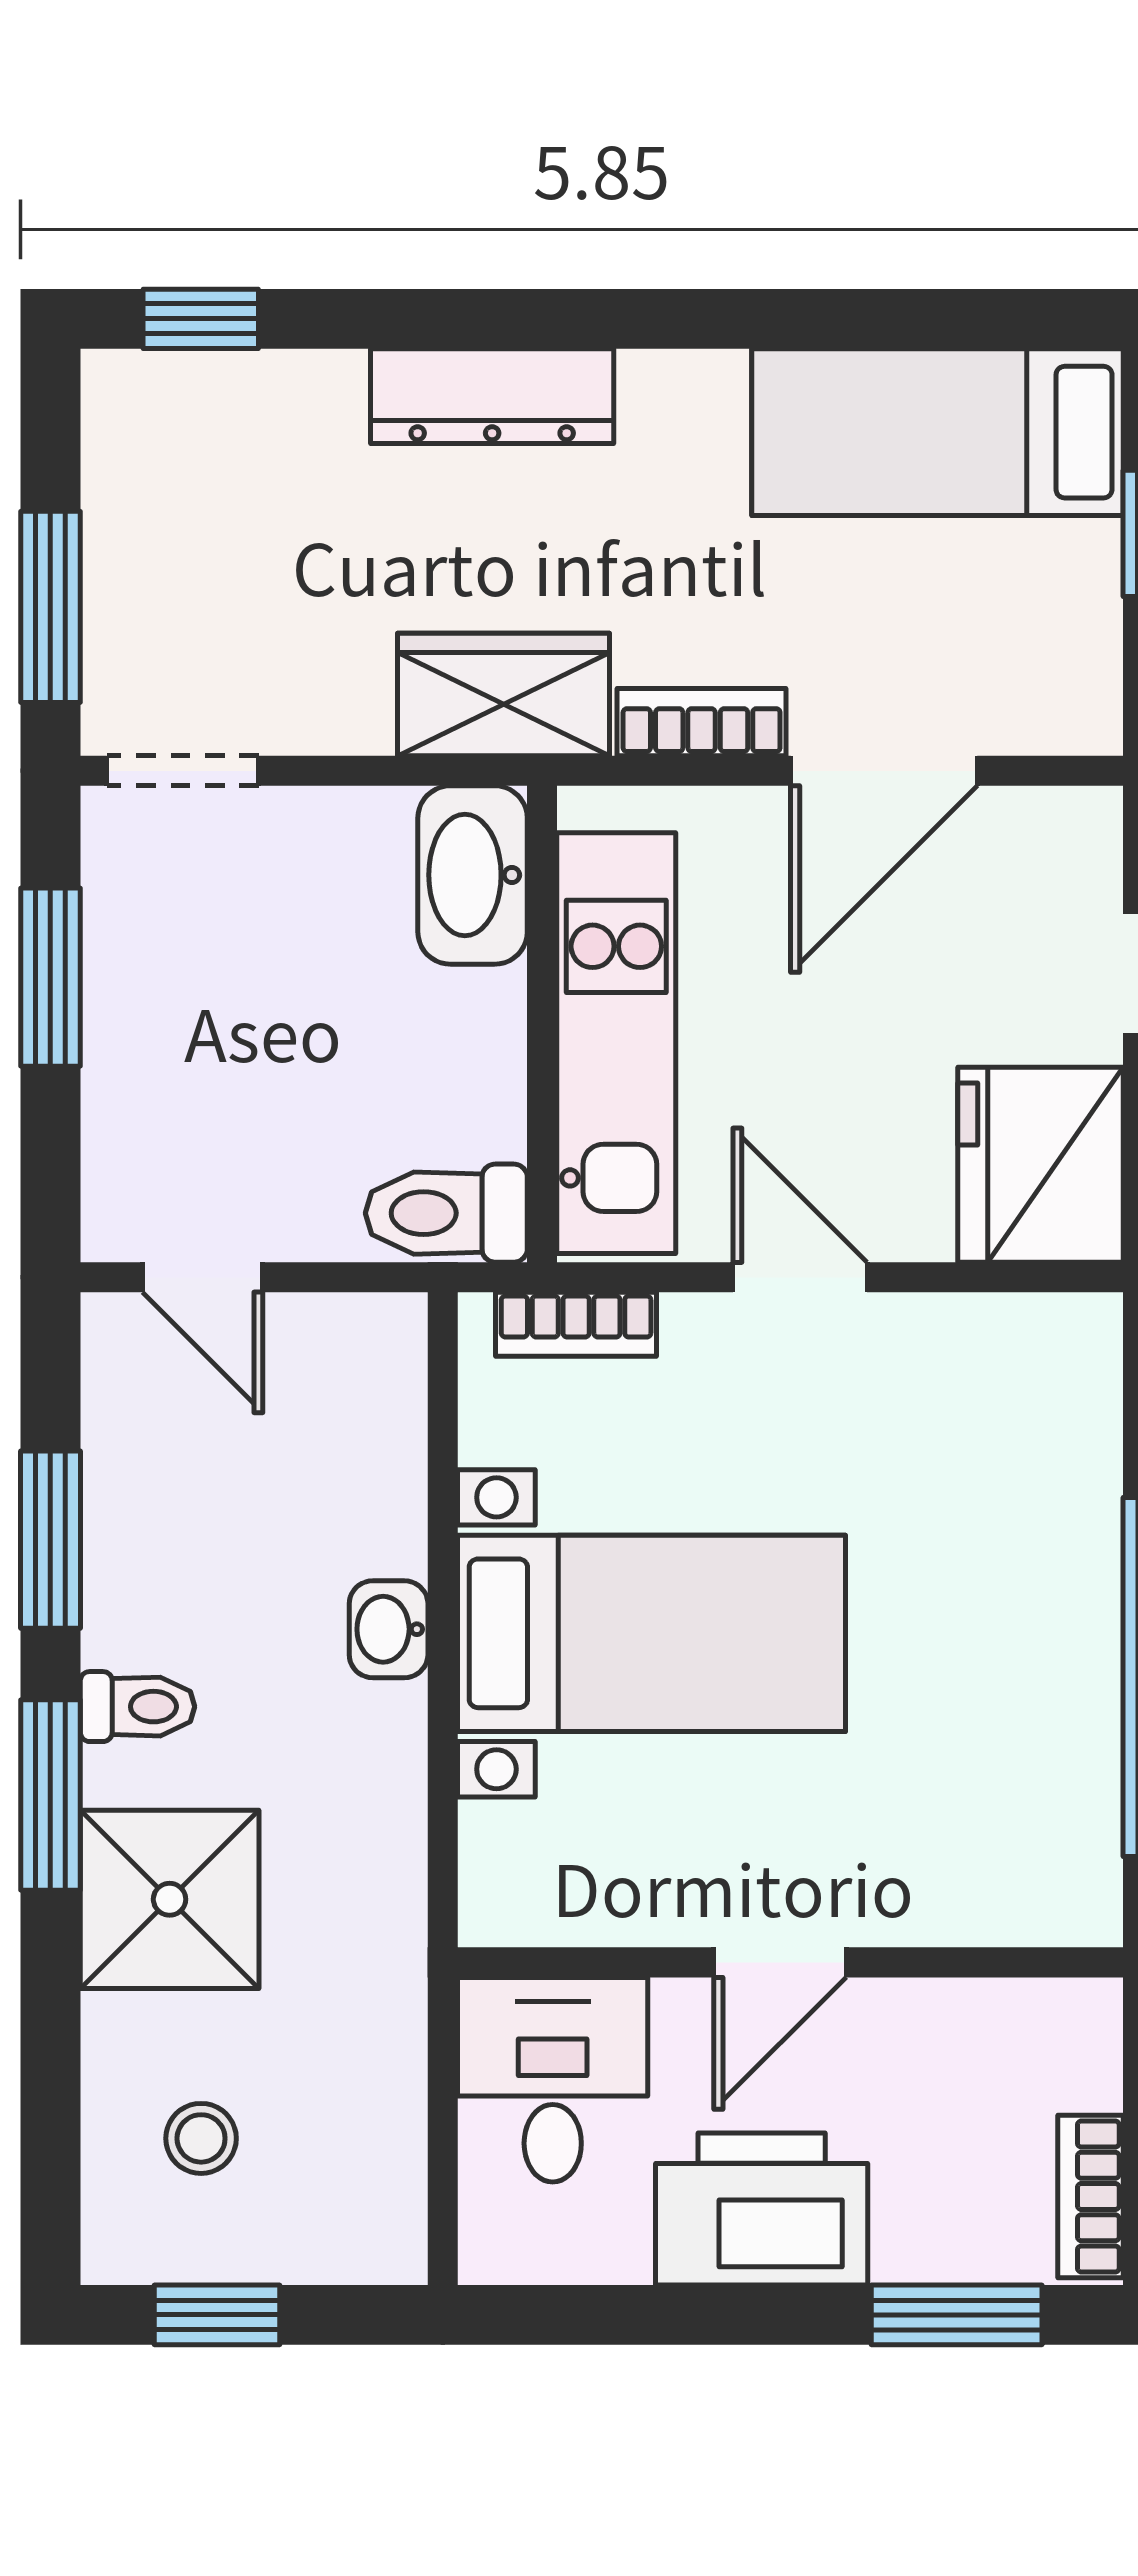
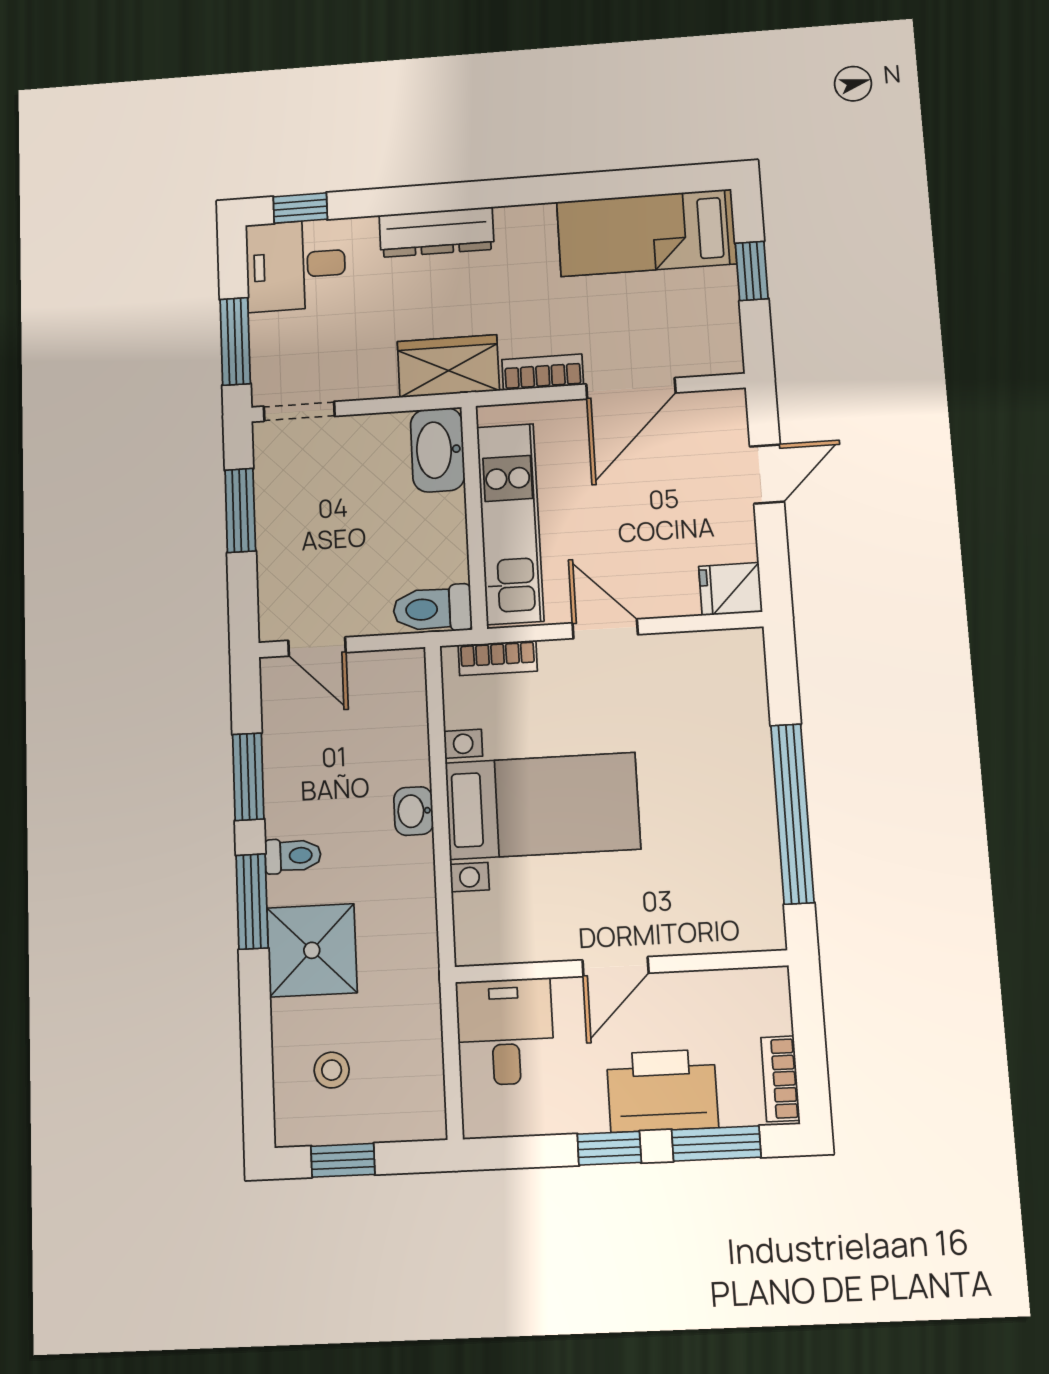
desk: (186, 447) -> (296, 265), added
fridge: (1040, 1165) -> (731, 589), width x0.53, depth x0.75
printer: (762, 2209) -> (662, 1091), moved
window: (746, 2315) -> (609, 1148), added

